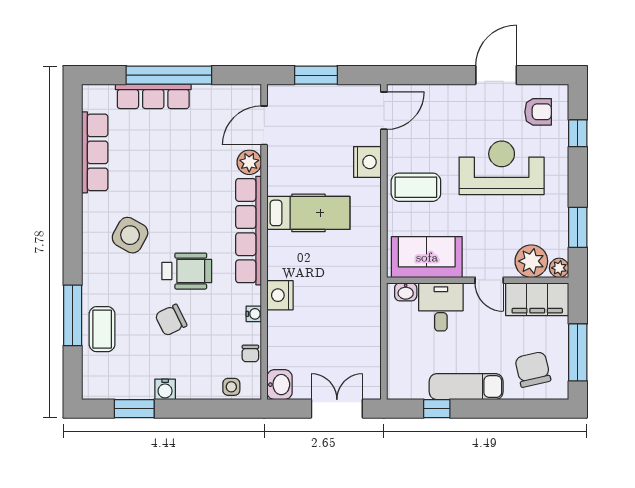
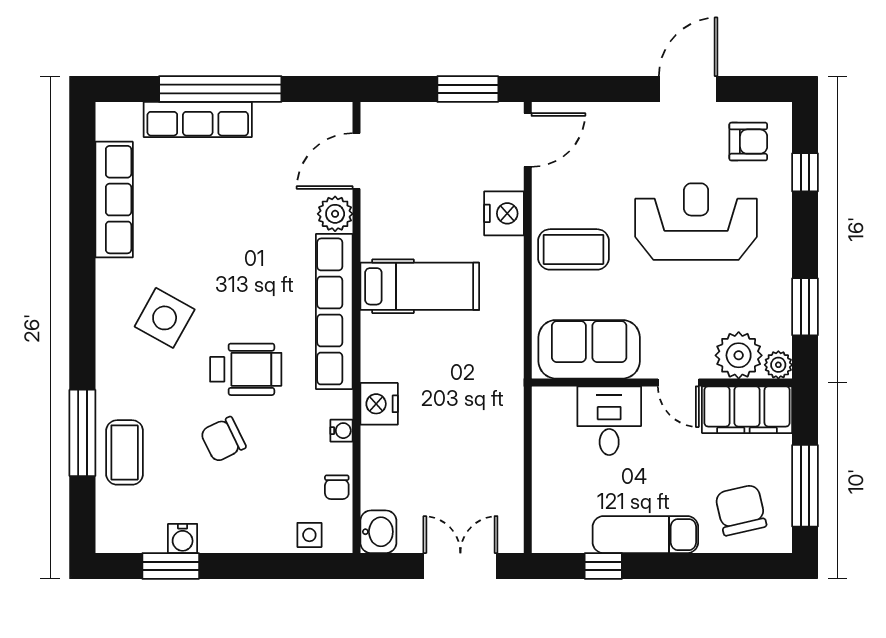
window: (316, 75) -> (468, 89), moved
washbasin: (406, 292) -> (559, 399), removed
water cooler: (165, 389) -> (183, 538), moved

